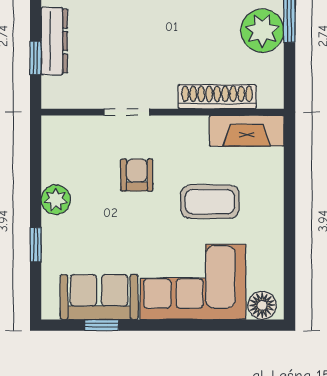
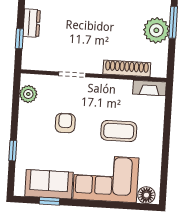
dresser: (54, 41) -> (32, 23), width x0.70
fireplace: (247, 131) -> (149, 88), width x0.73, depth x0.76
armchair: (137, 175) -> (65, 123), moved
plant: (56, 200) -> (28, 94), moved

